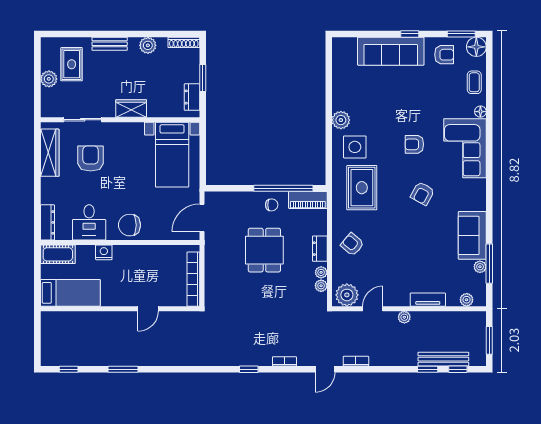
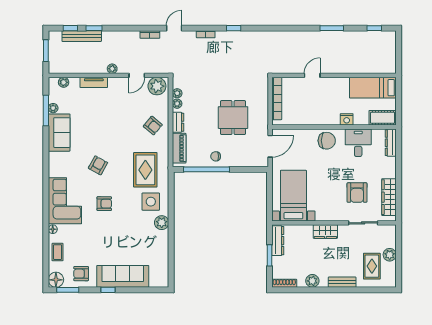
dresser: (192, 97) -> (278, 241), width x1.44
piano: (308, 200) -> (179, 148), moved, turned 90
dining table: (264, 250) -> (233, 118), moved

